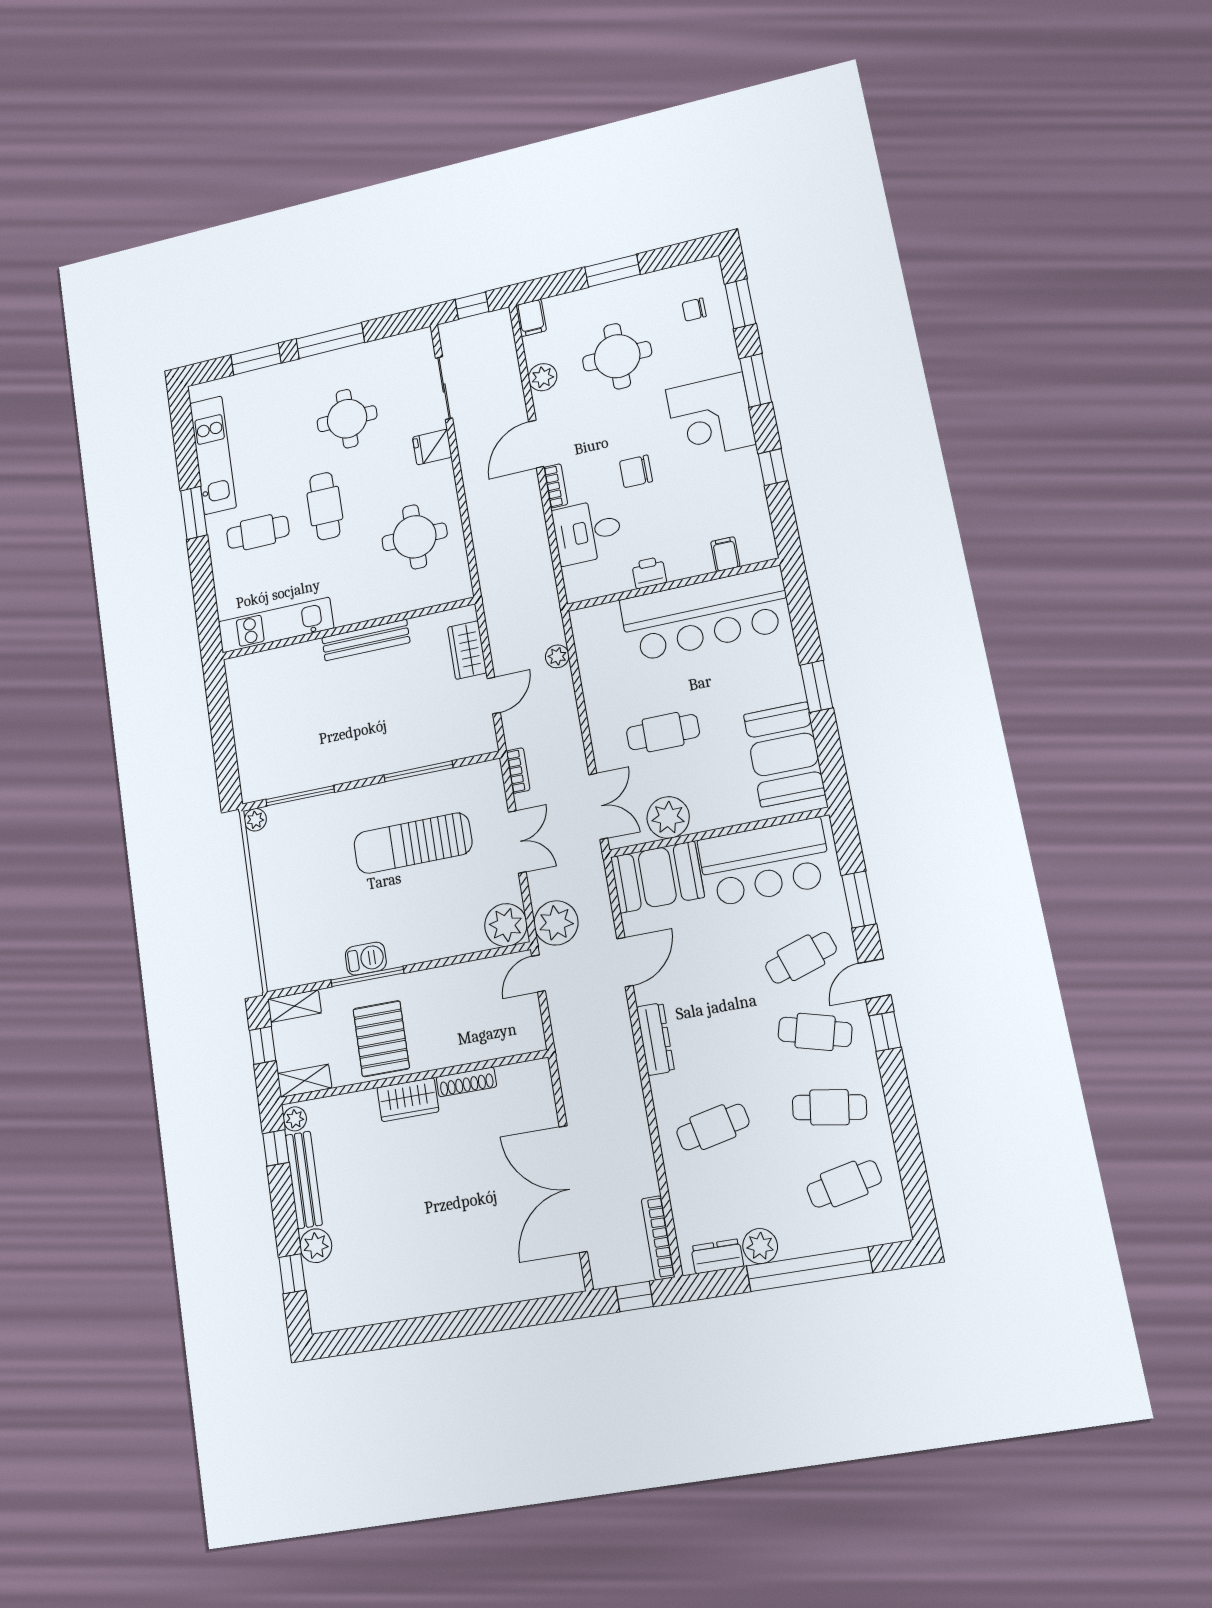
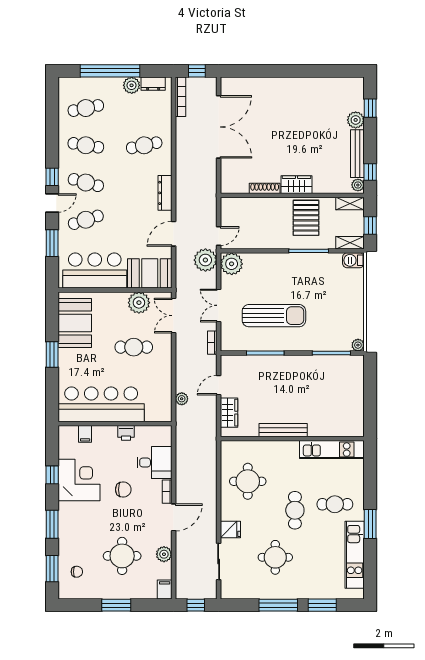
corner desk: (711, 417) -> (79, 480), moved
barbecue: (366, 959) -> (353, 260), moved

